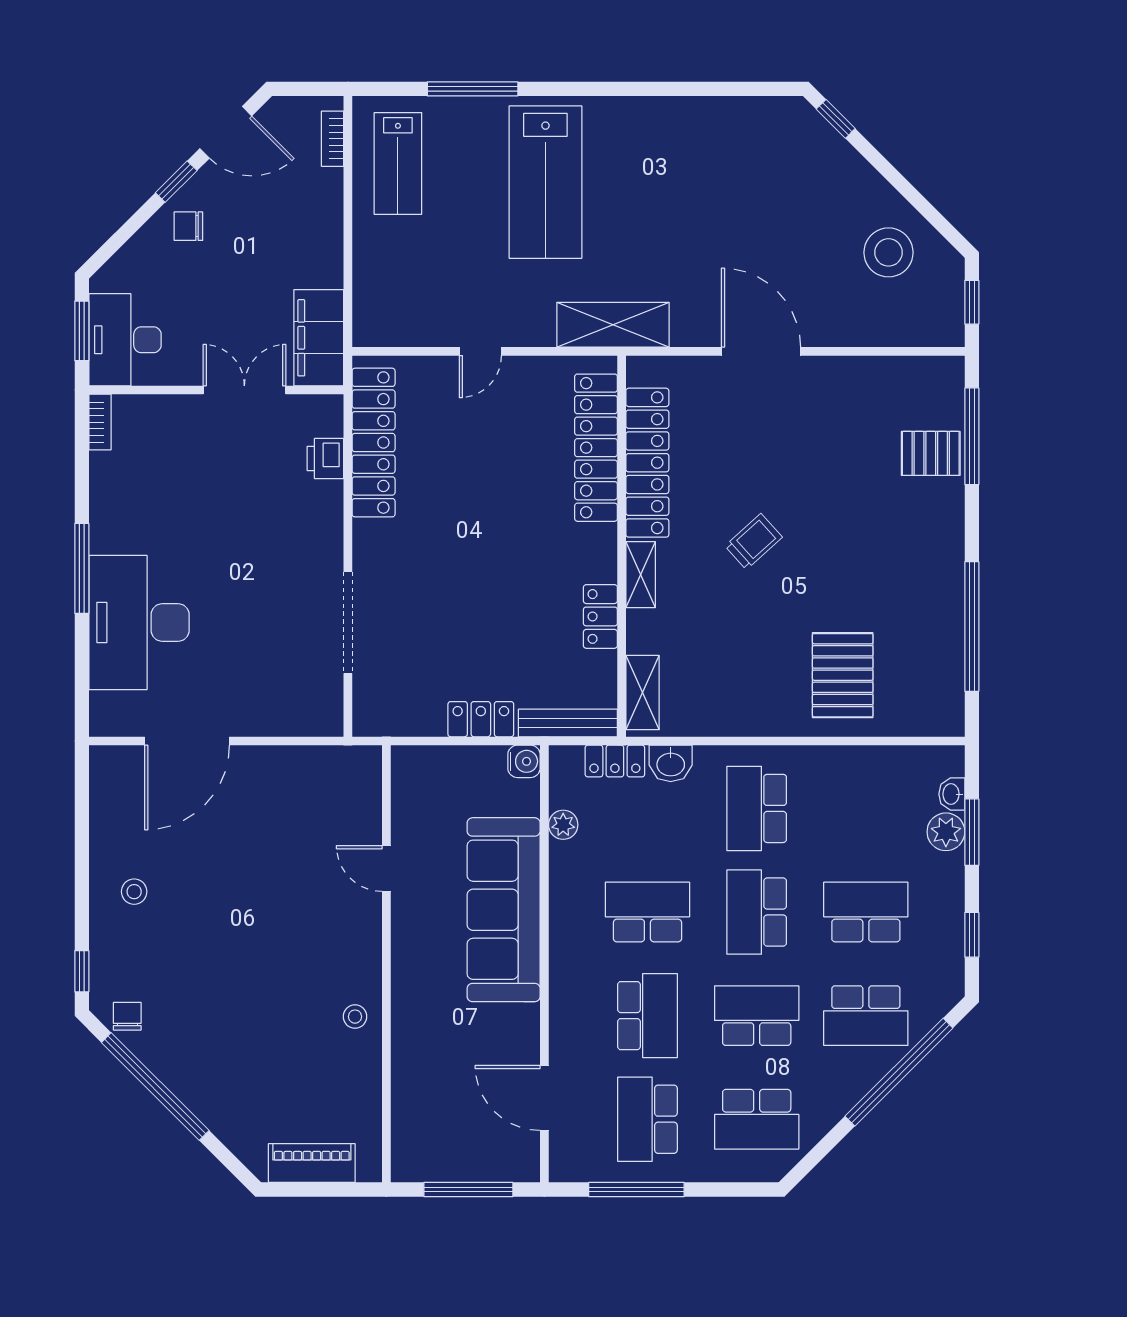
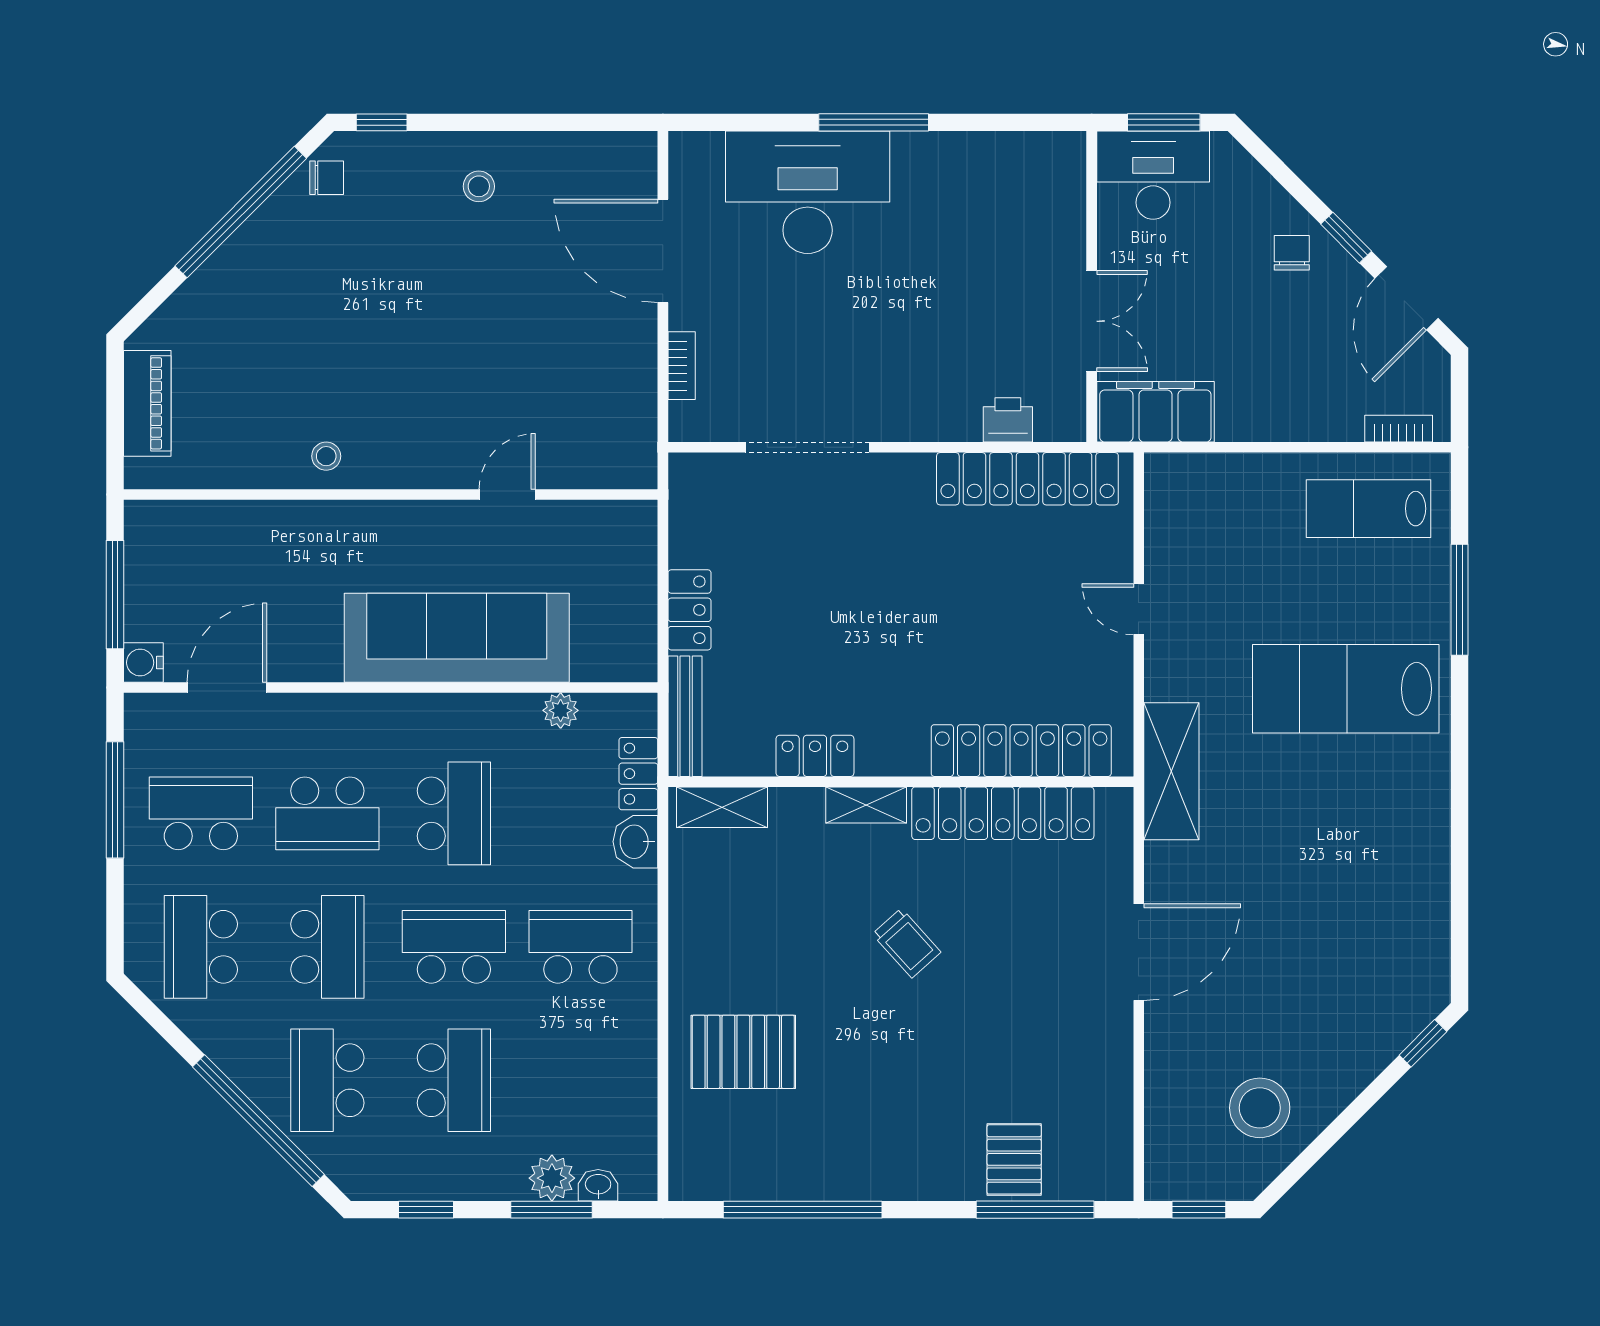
bookcase: (100, 422) -> (682, 366), moved, turned -90
water cooler: (524, 761) -> (143, 663), moved, turned 90

